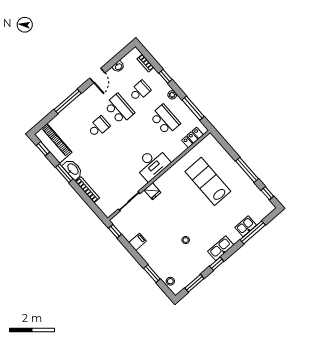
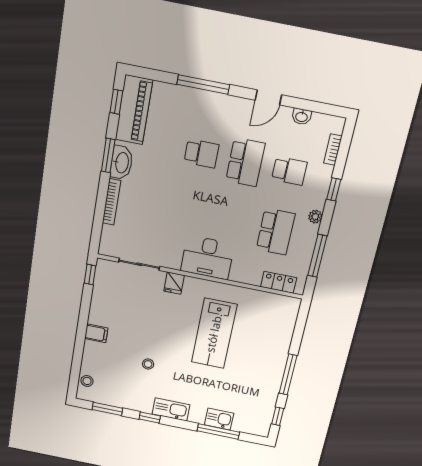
lab bench: (208, 181) -> (214, 333), moved, turned 180
filing cabinet: (137, 242) -> (96, 333), moved
window: (152, 274) -> (78, 354), removed

